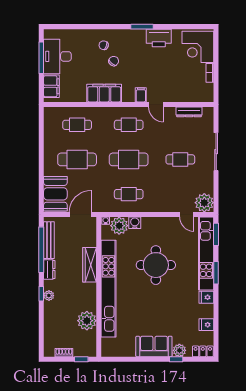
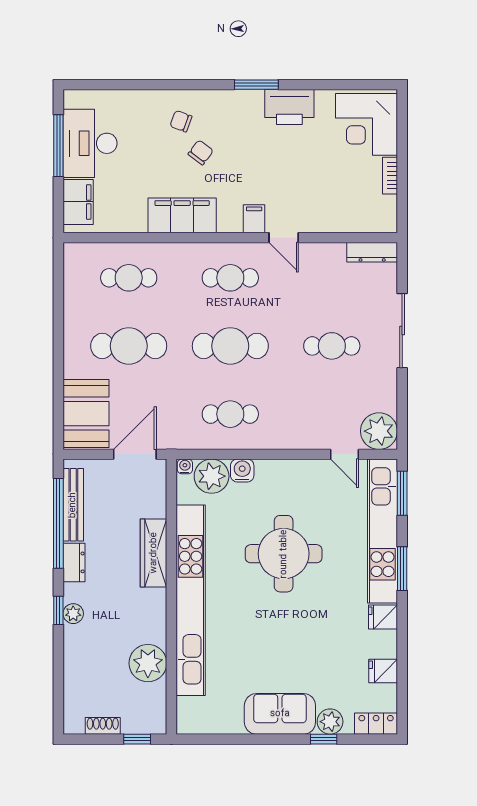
dresser: (189, 112) -> (372, 252), moved

